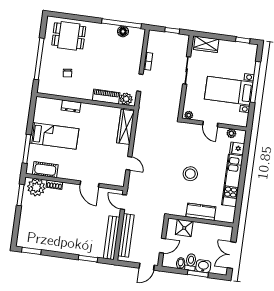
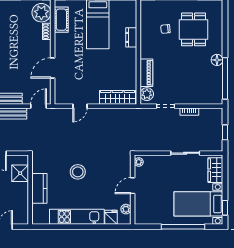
floor lamp: (123, 31) -> (217, 60), moved
dining table: (69, 36) -> (194, 29), moved
bed with nightstands: (229, 91) -> (198, 204), moved, turned -90

